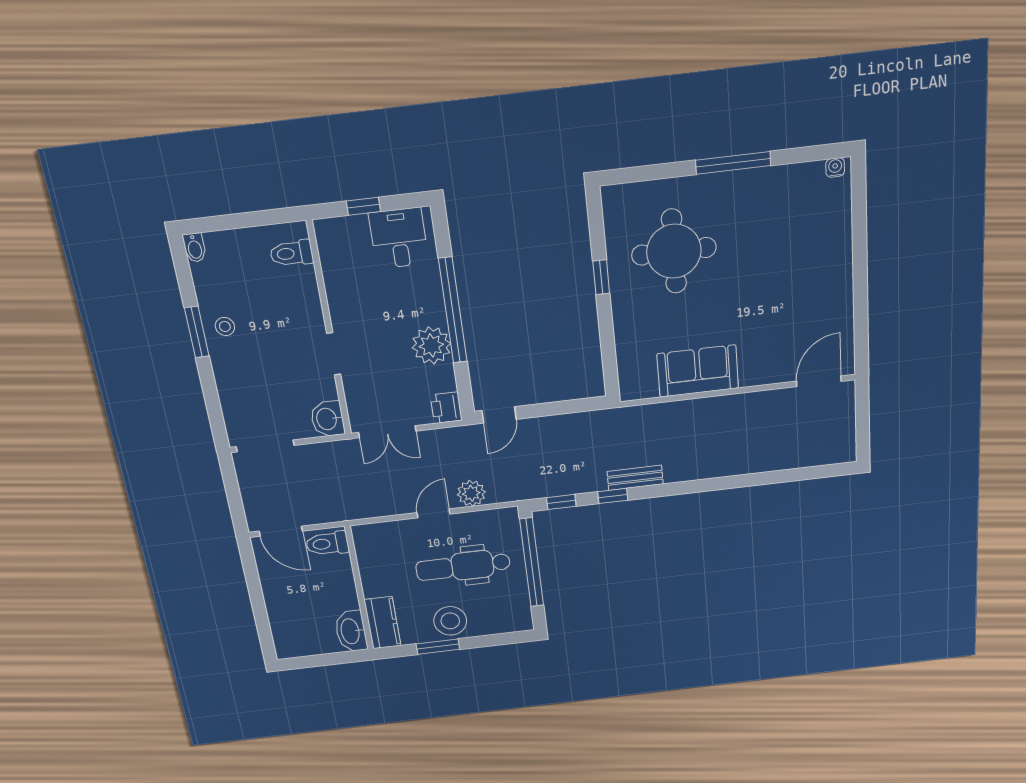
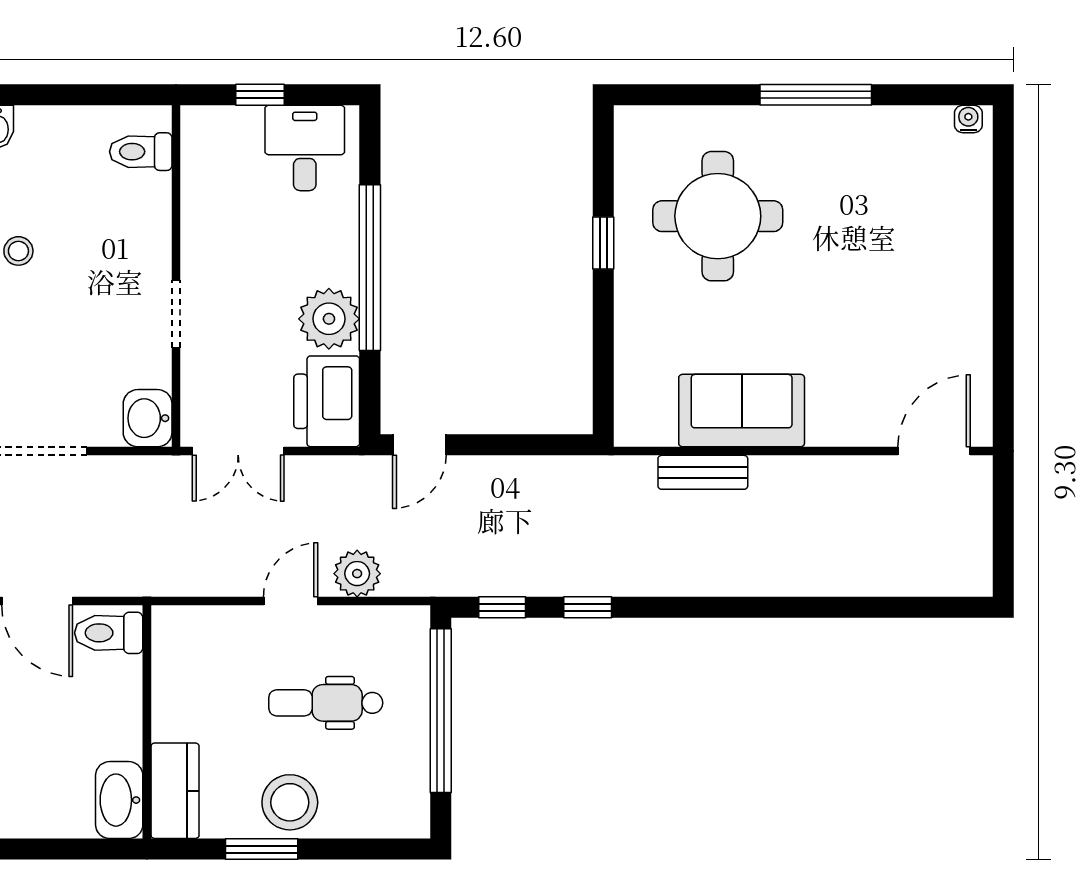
printer: (446, 408) -> (327, 401), width x1.87, depth x1.48
bench: (635, 478) -> (703, 472), moved
dental chair: (463, 566) -> (326, 703), width x0.73, depth x0.72

